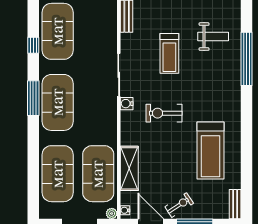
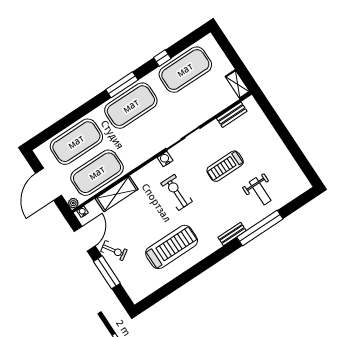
treadmill: (211, 151) -> (172, 247), turned 180
bench: (235, 204) -> (232, 234), moved

